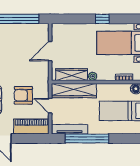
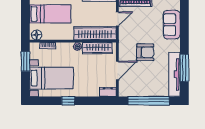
dresser: (60, 28) -> (108, 92), added
armchair: (23, 95) -> (145, 52), moved
door: (50, 106) -> (117, 19), hinge flipped

